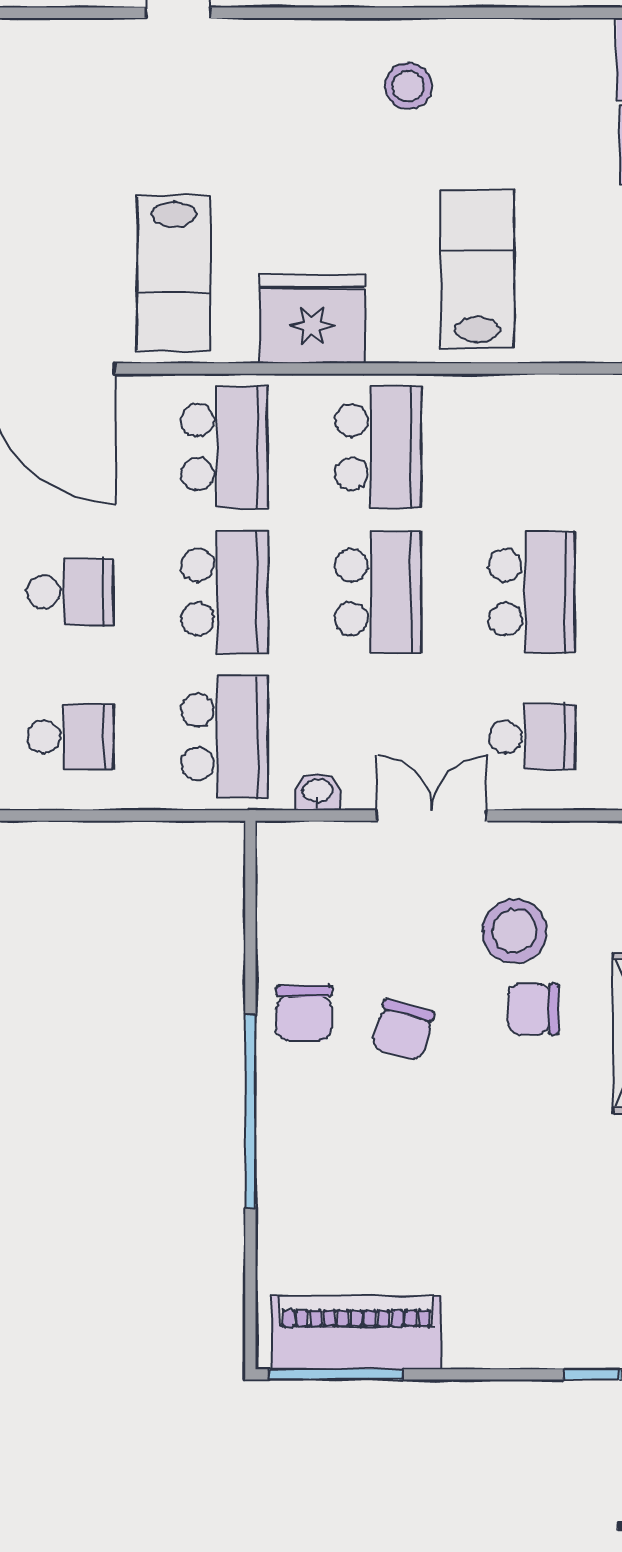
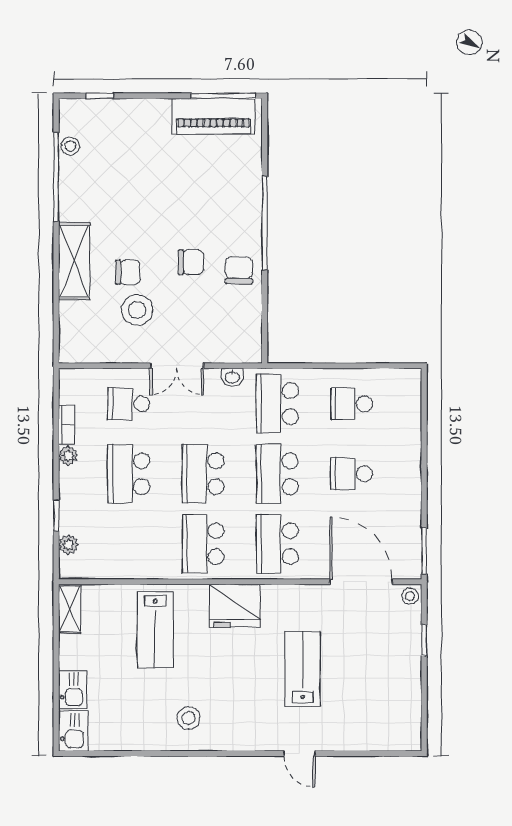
lab bench: (174, 274) -> (303, 669), moved
chair: (403, 1030) -> (191, 262), turned 74

